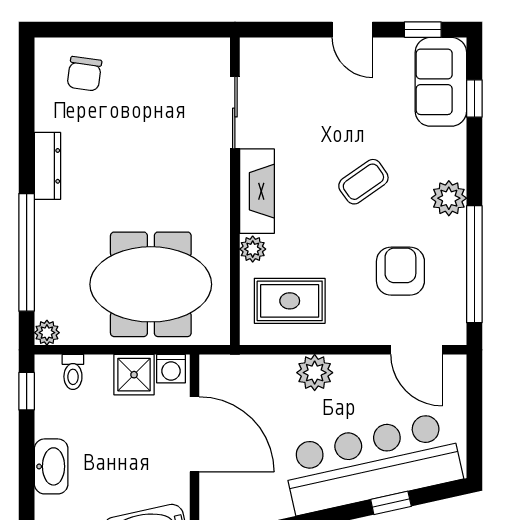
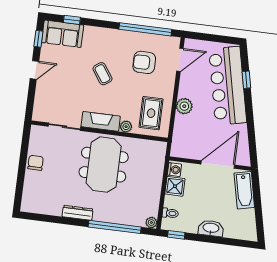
chair: (84, 74) -> (36, 163), moved, turned -98
plant: (449, 198) -> (115, 37), removed
meeting table: (151, 284) -> (104, 165), moved
door: (194, 434) -> (218, 165), moved

